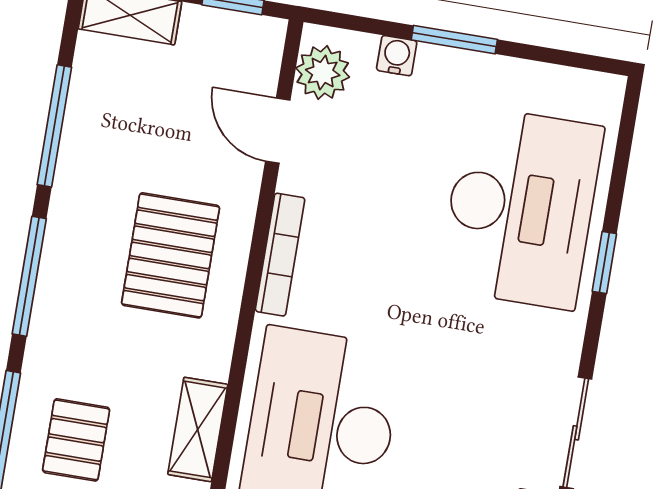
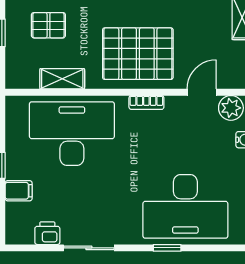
pallet: (171, 255) -> (138, 54), width x1.37, depth x1.41
bookcase: (280, 255) -> (146, 102), width x0.64

